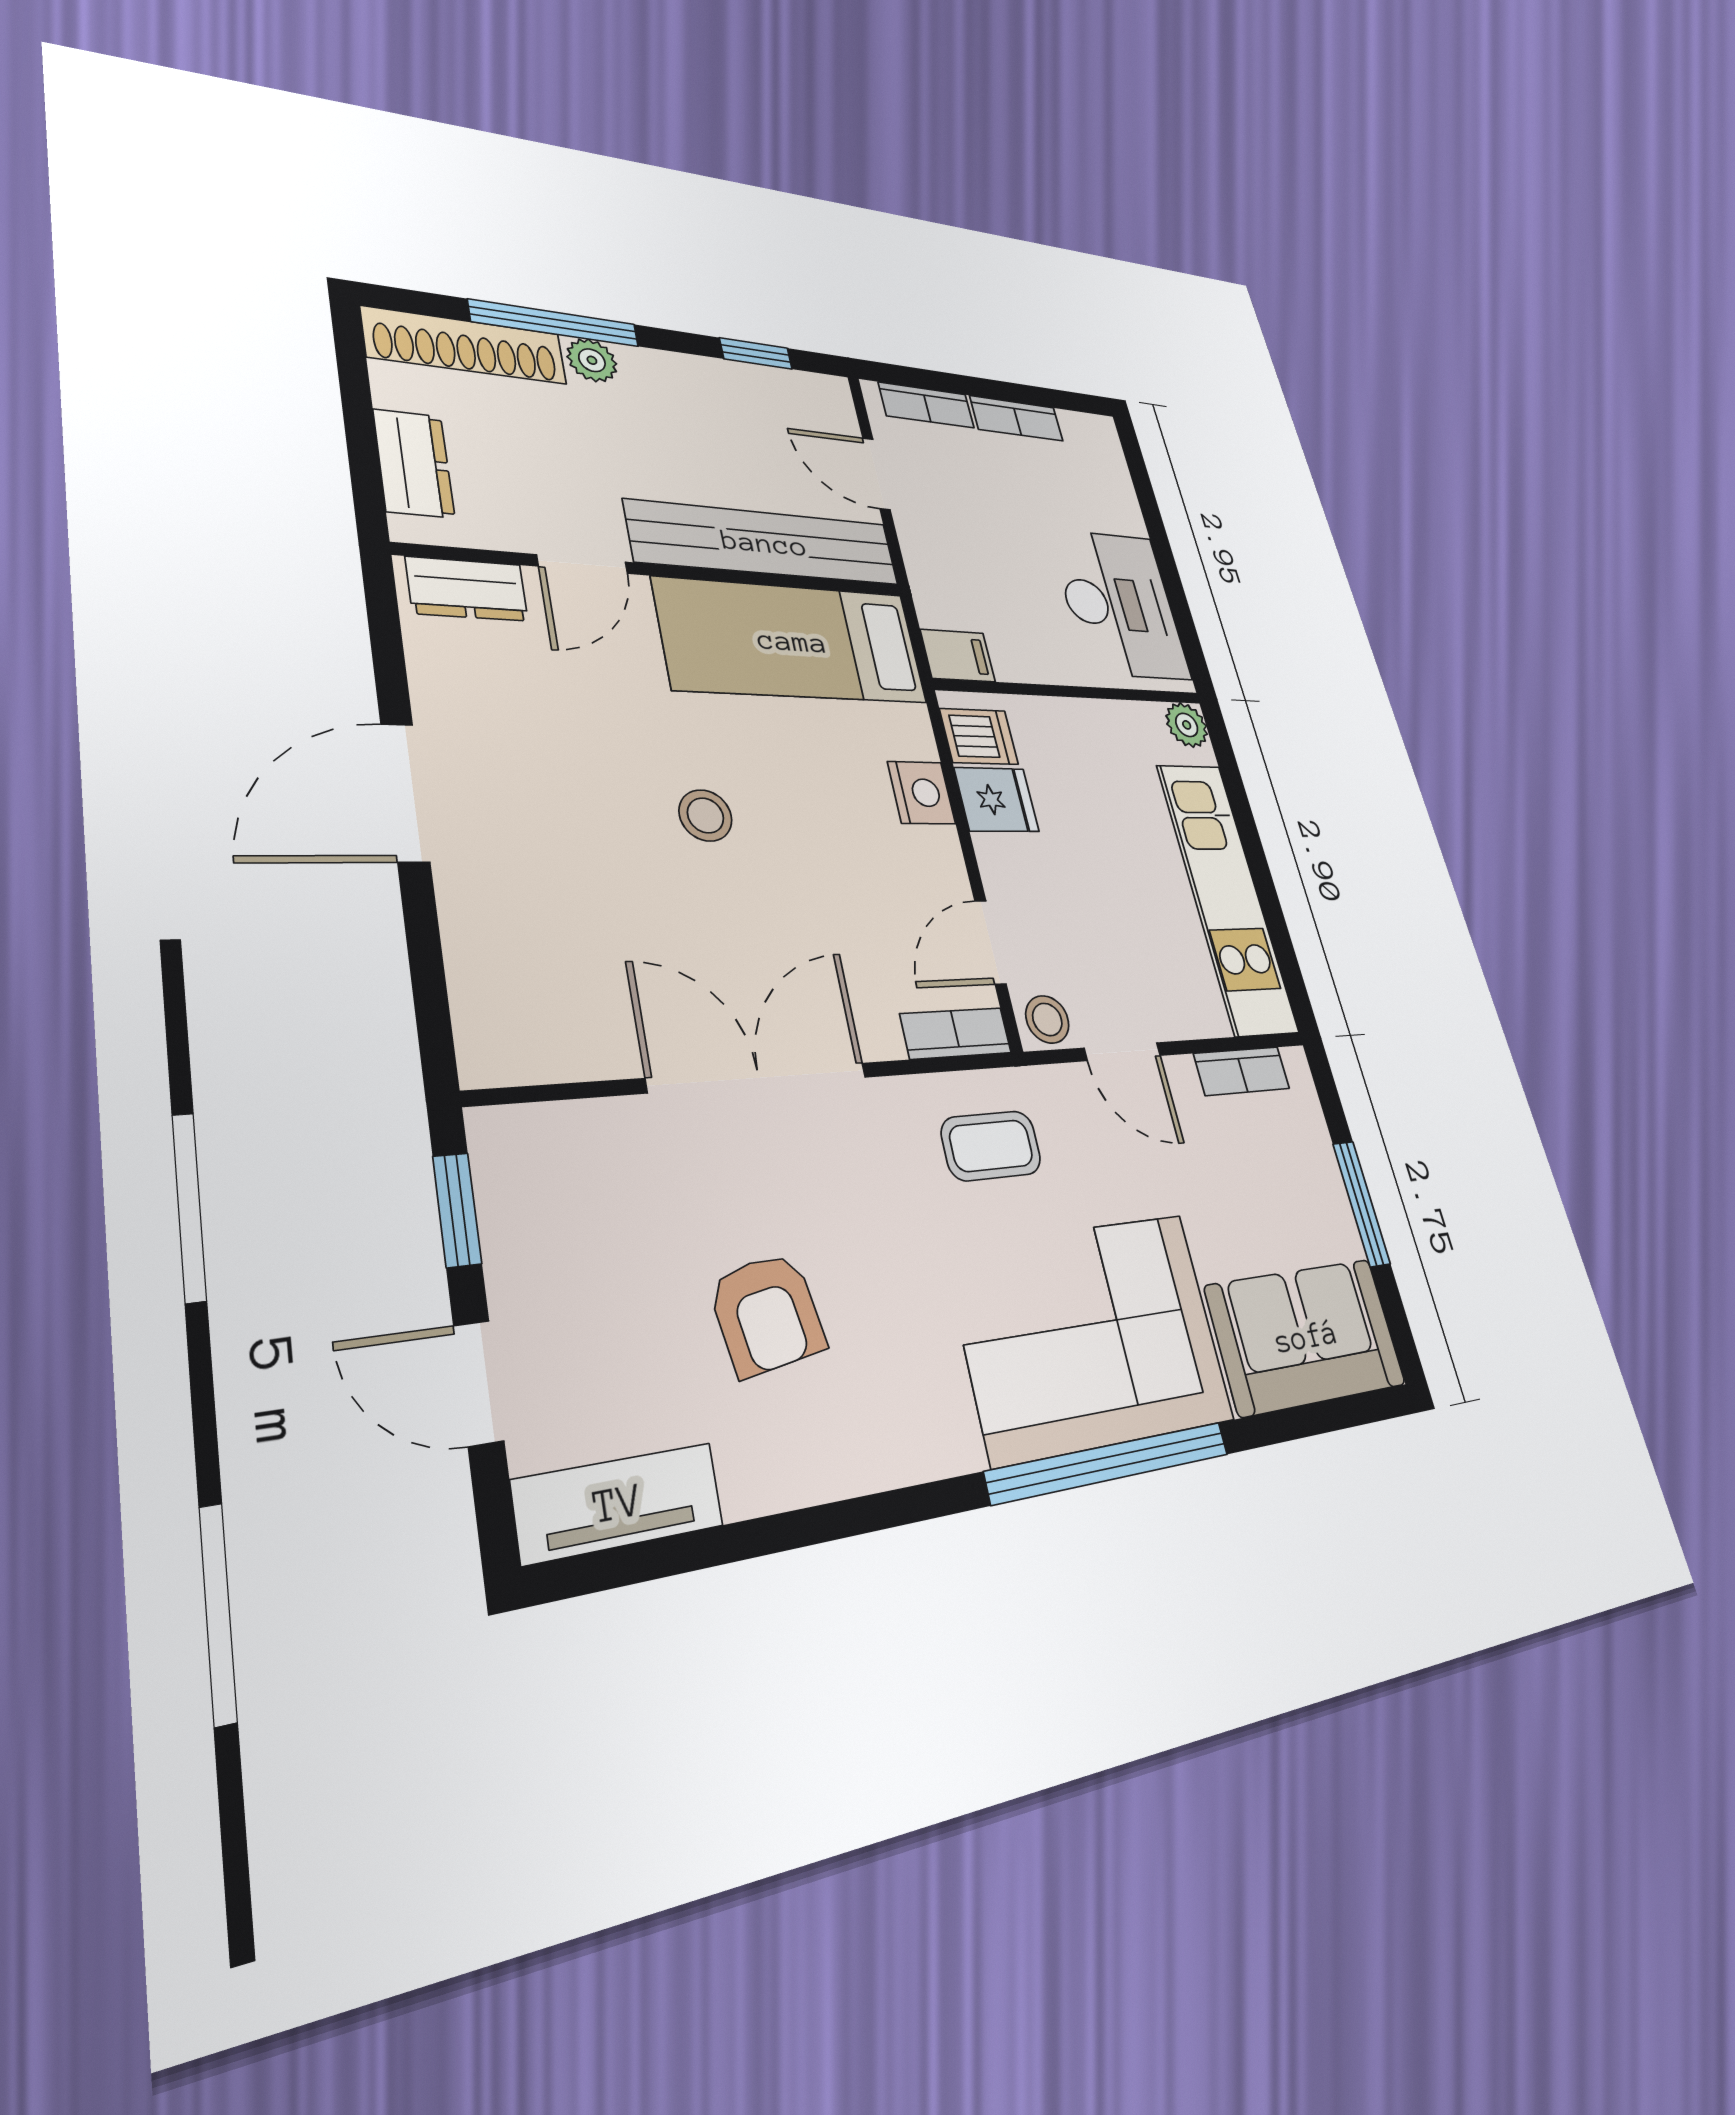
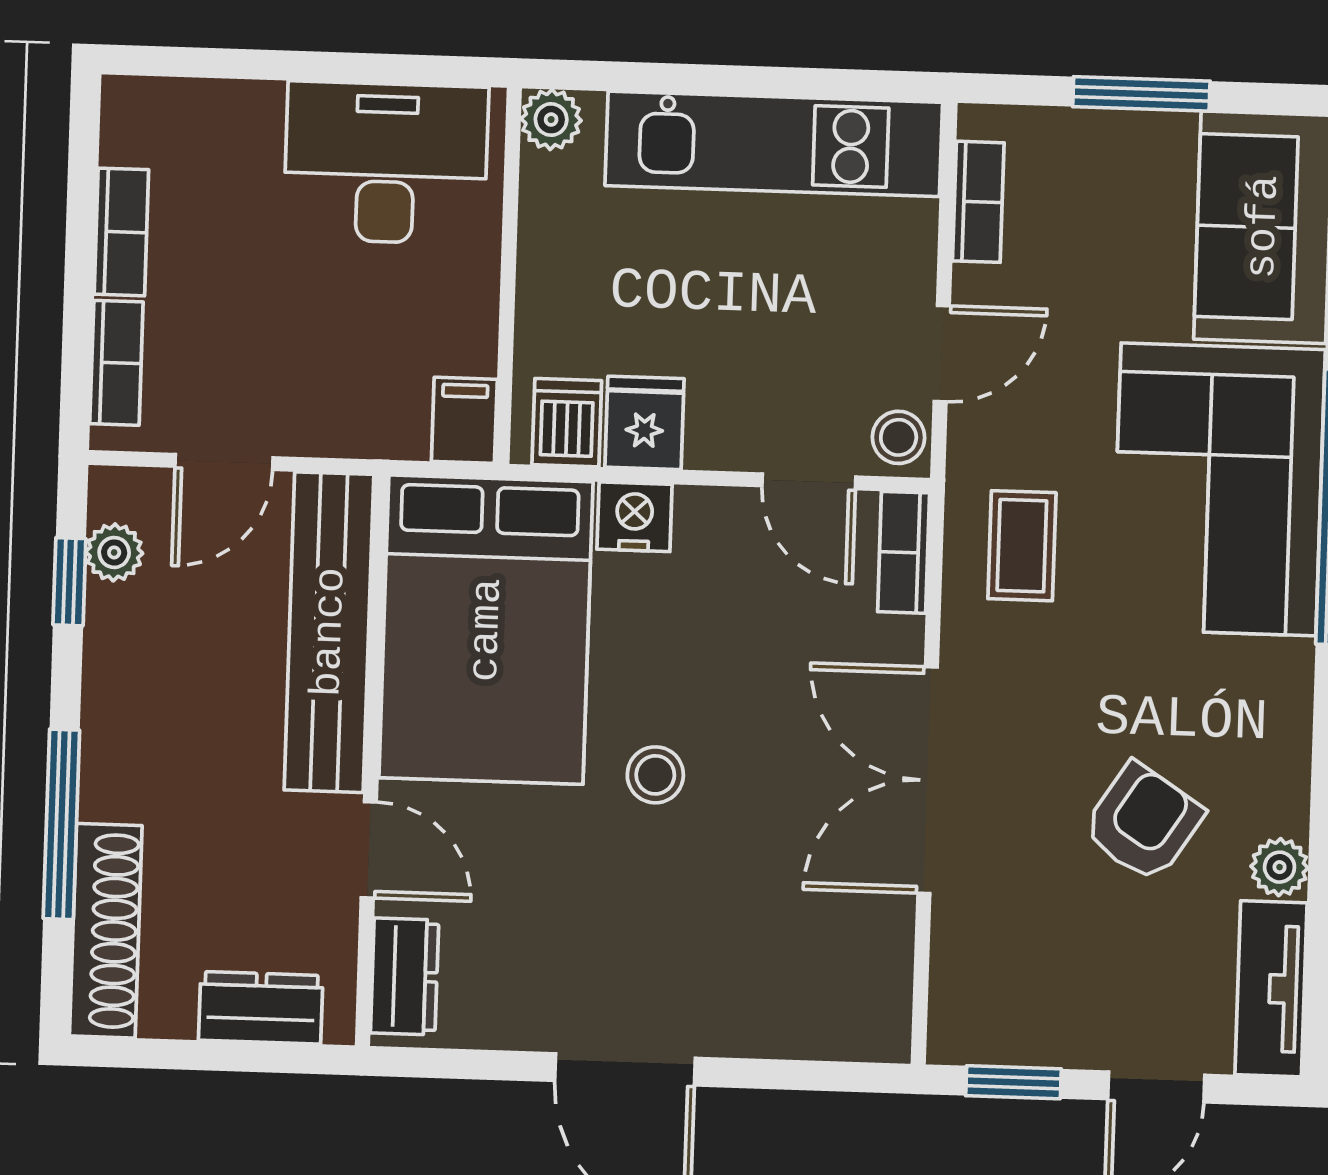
plant: (592, 360) -> (114, 552), moved
bed: (792, 641) -> (486, 630), width x1.50
armchair: (767, 1314) -> (1143, 822), turned -47
plant: (754, 1482) -> (1280, 867), added

